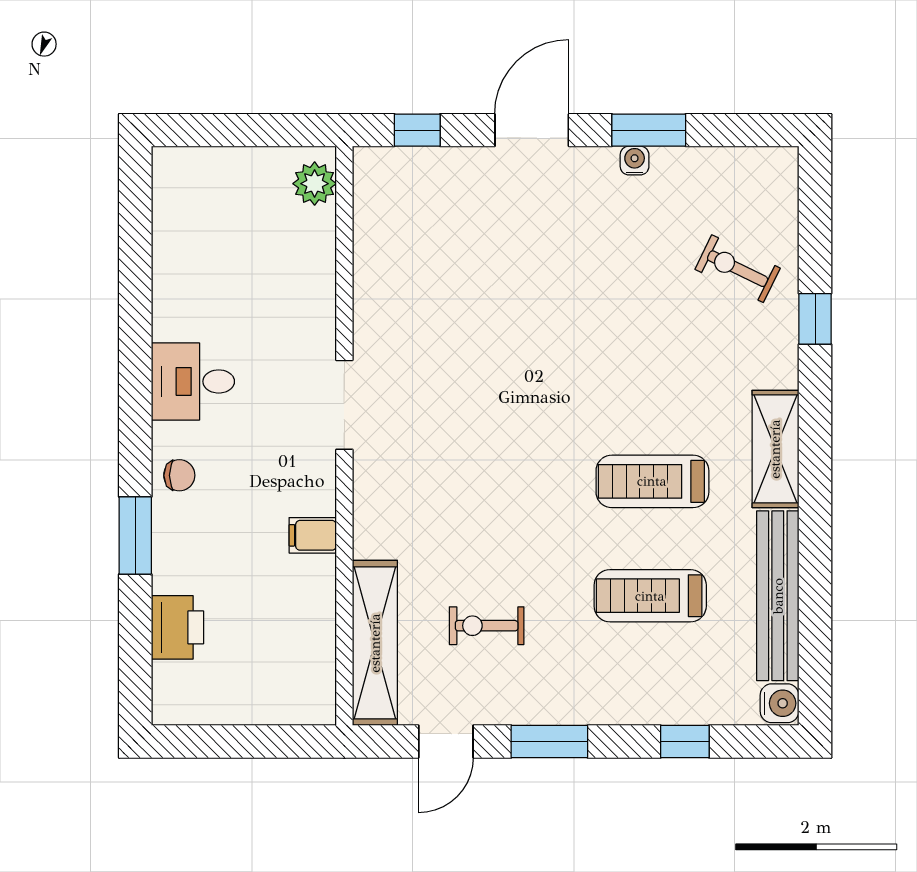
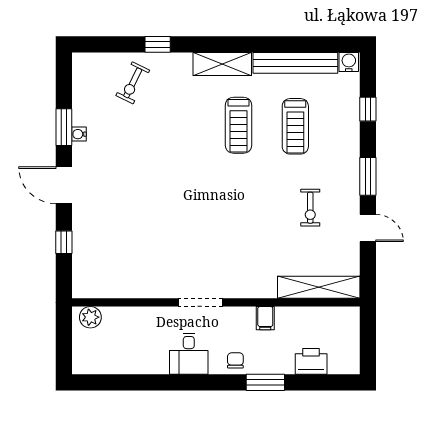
plant: (315, 184) -> (90, 317), moved
doorway: (344, 405) -> (200, 302), moved
wall: (344, 436) -> (216, 302), moved
filing cabinet: (313, 535) -> (265, 318), moved
shelving: (375, 643) -> (319, 287), moved

